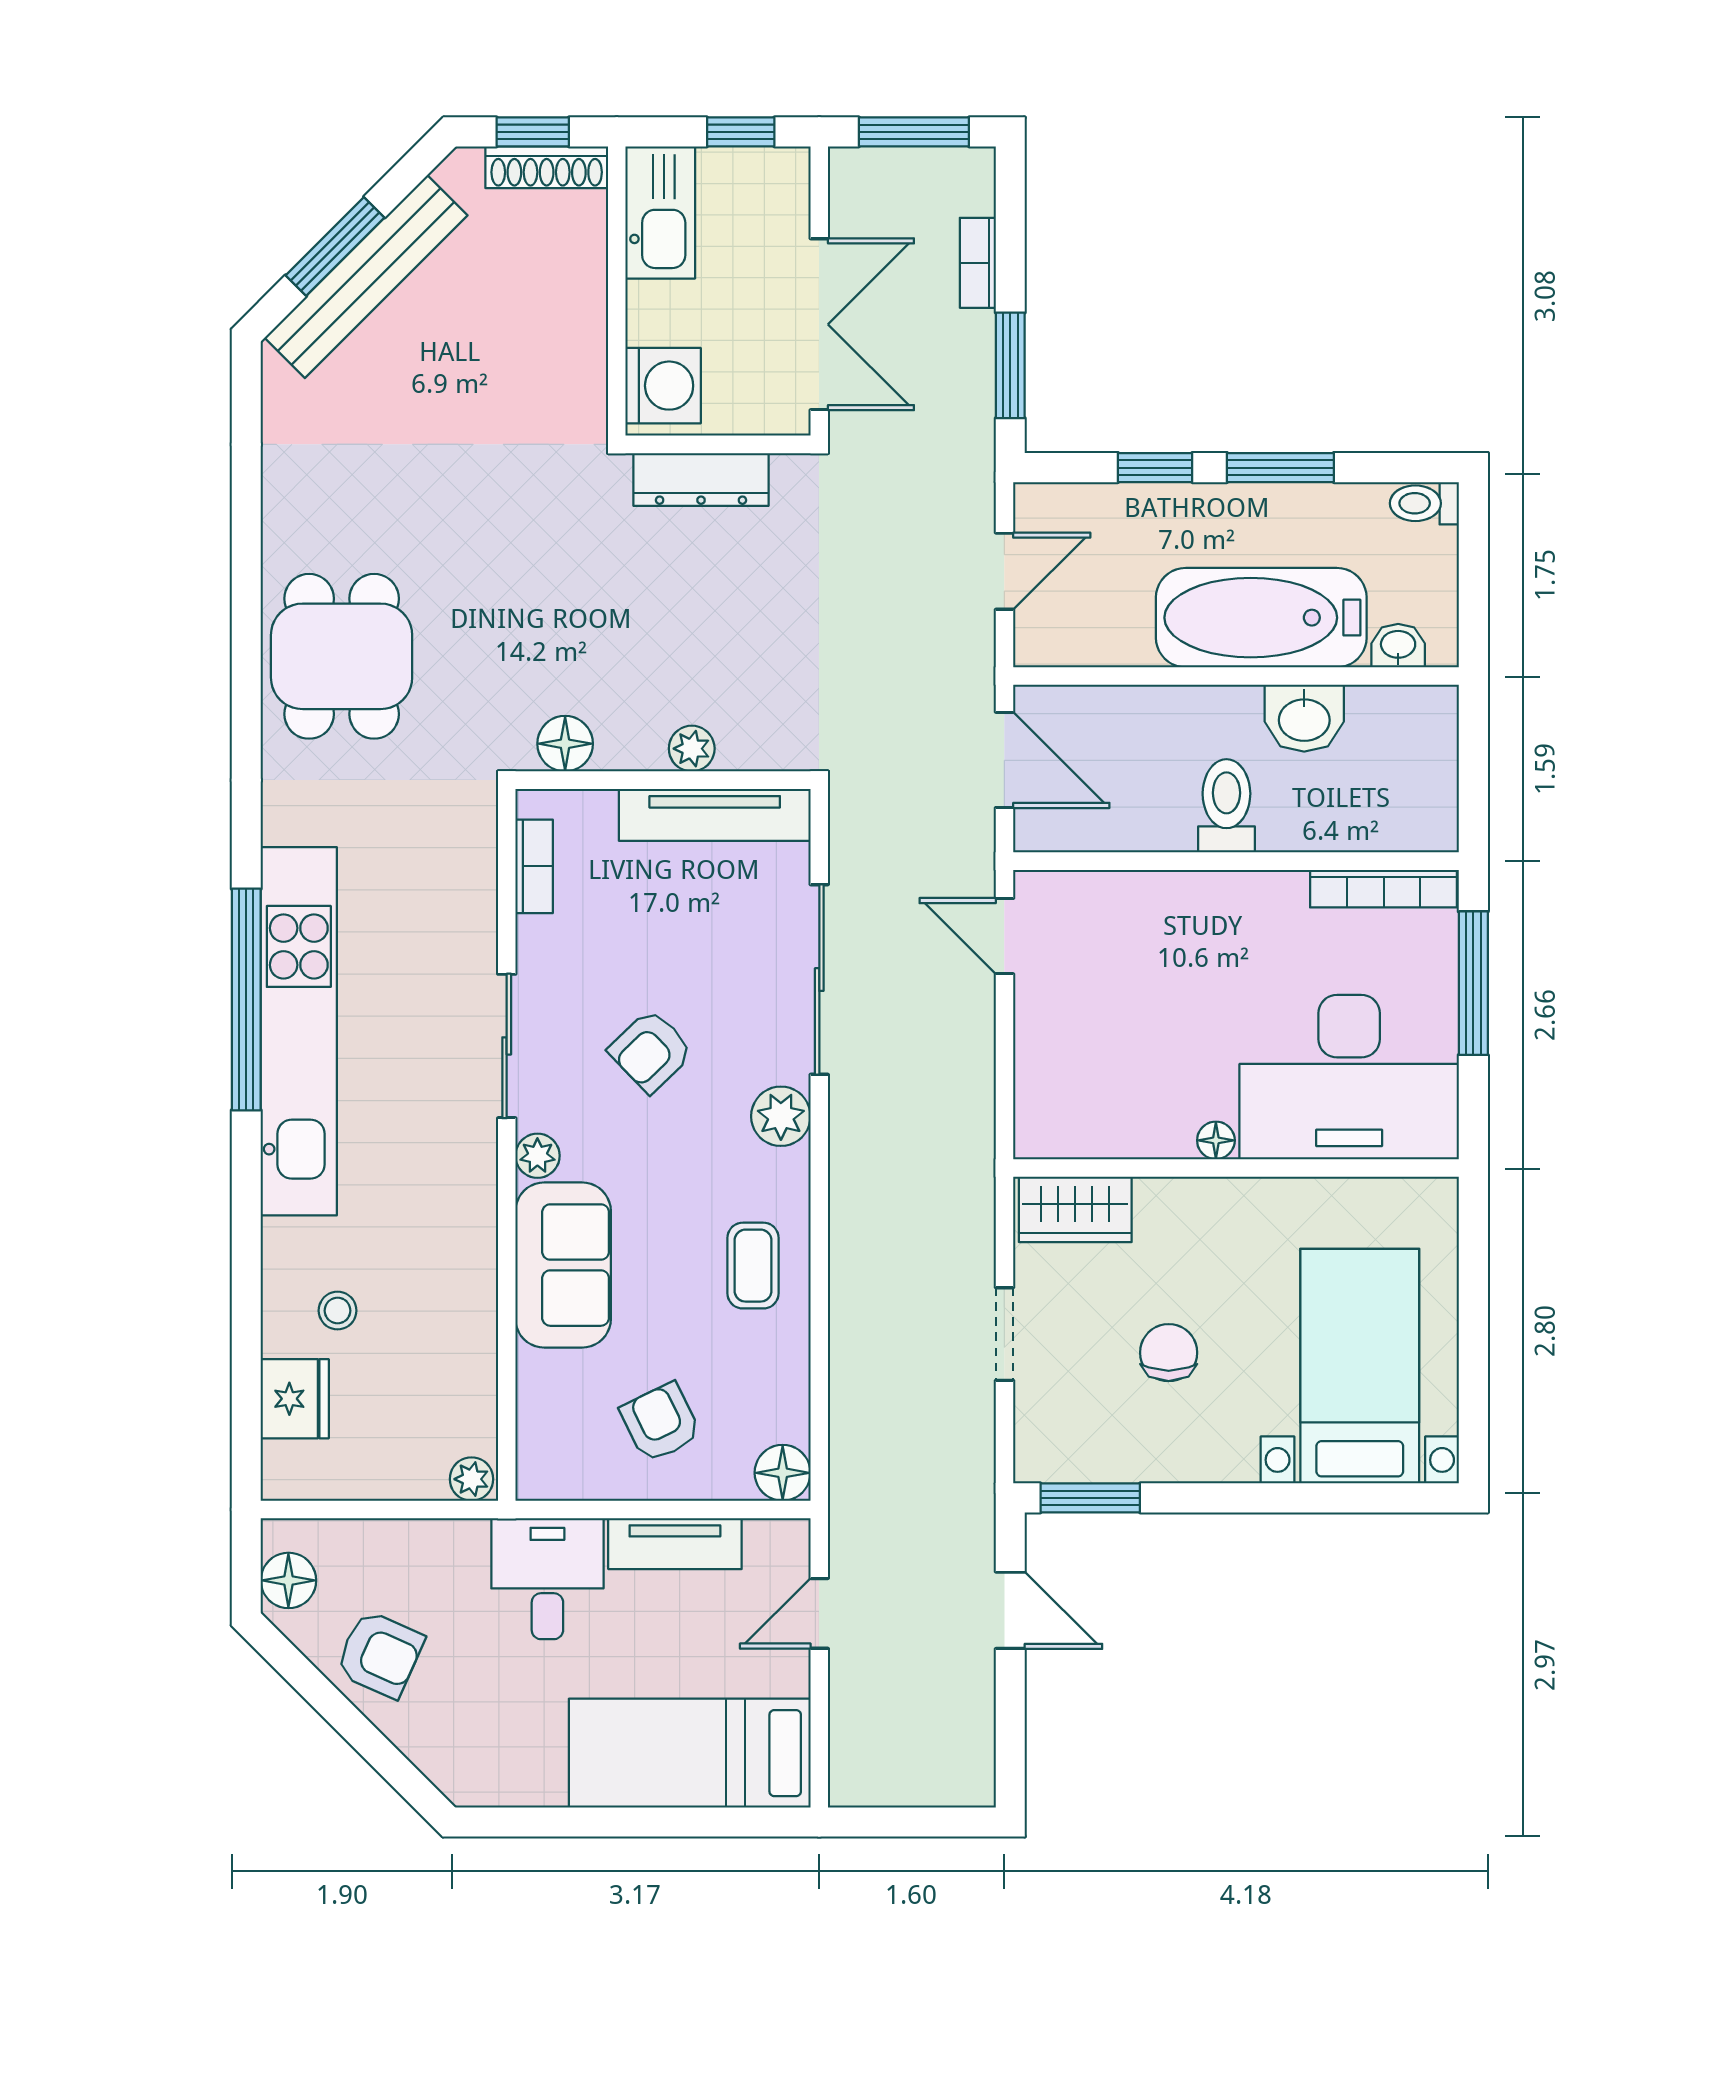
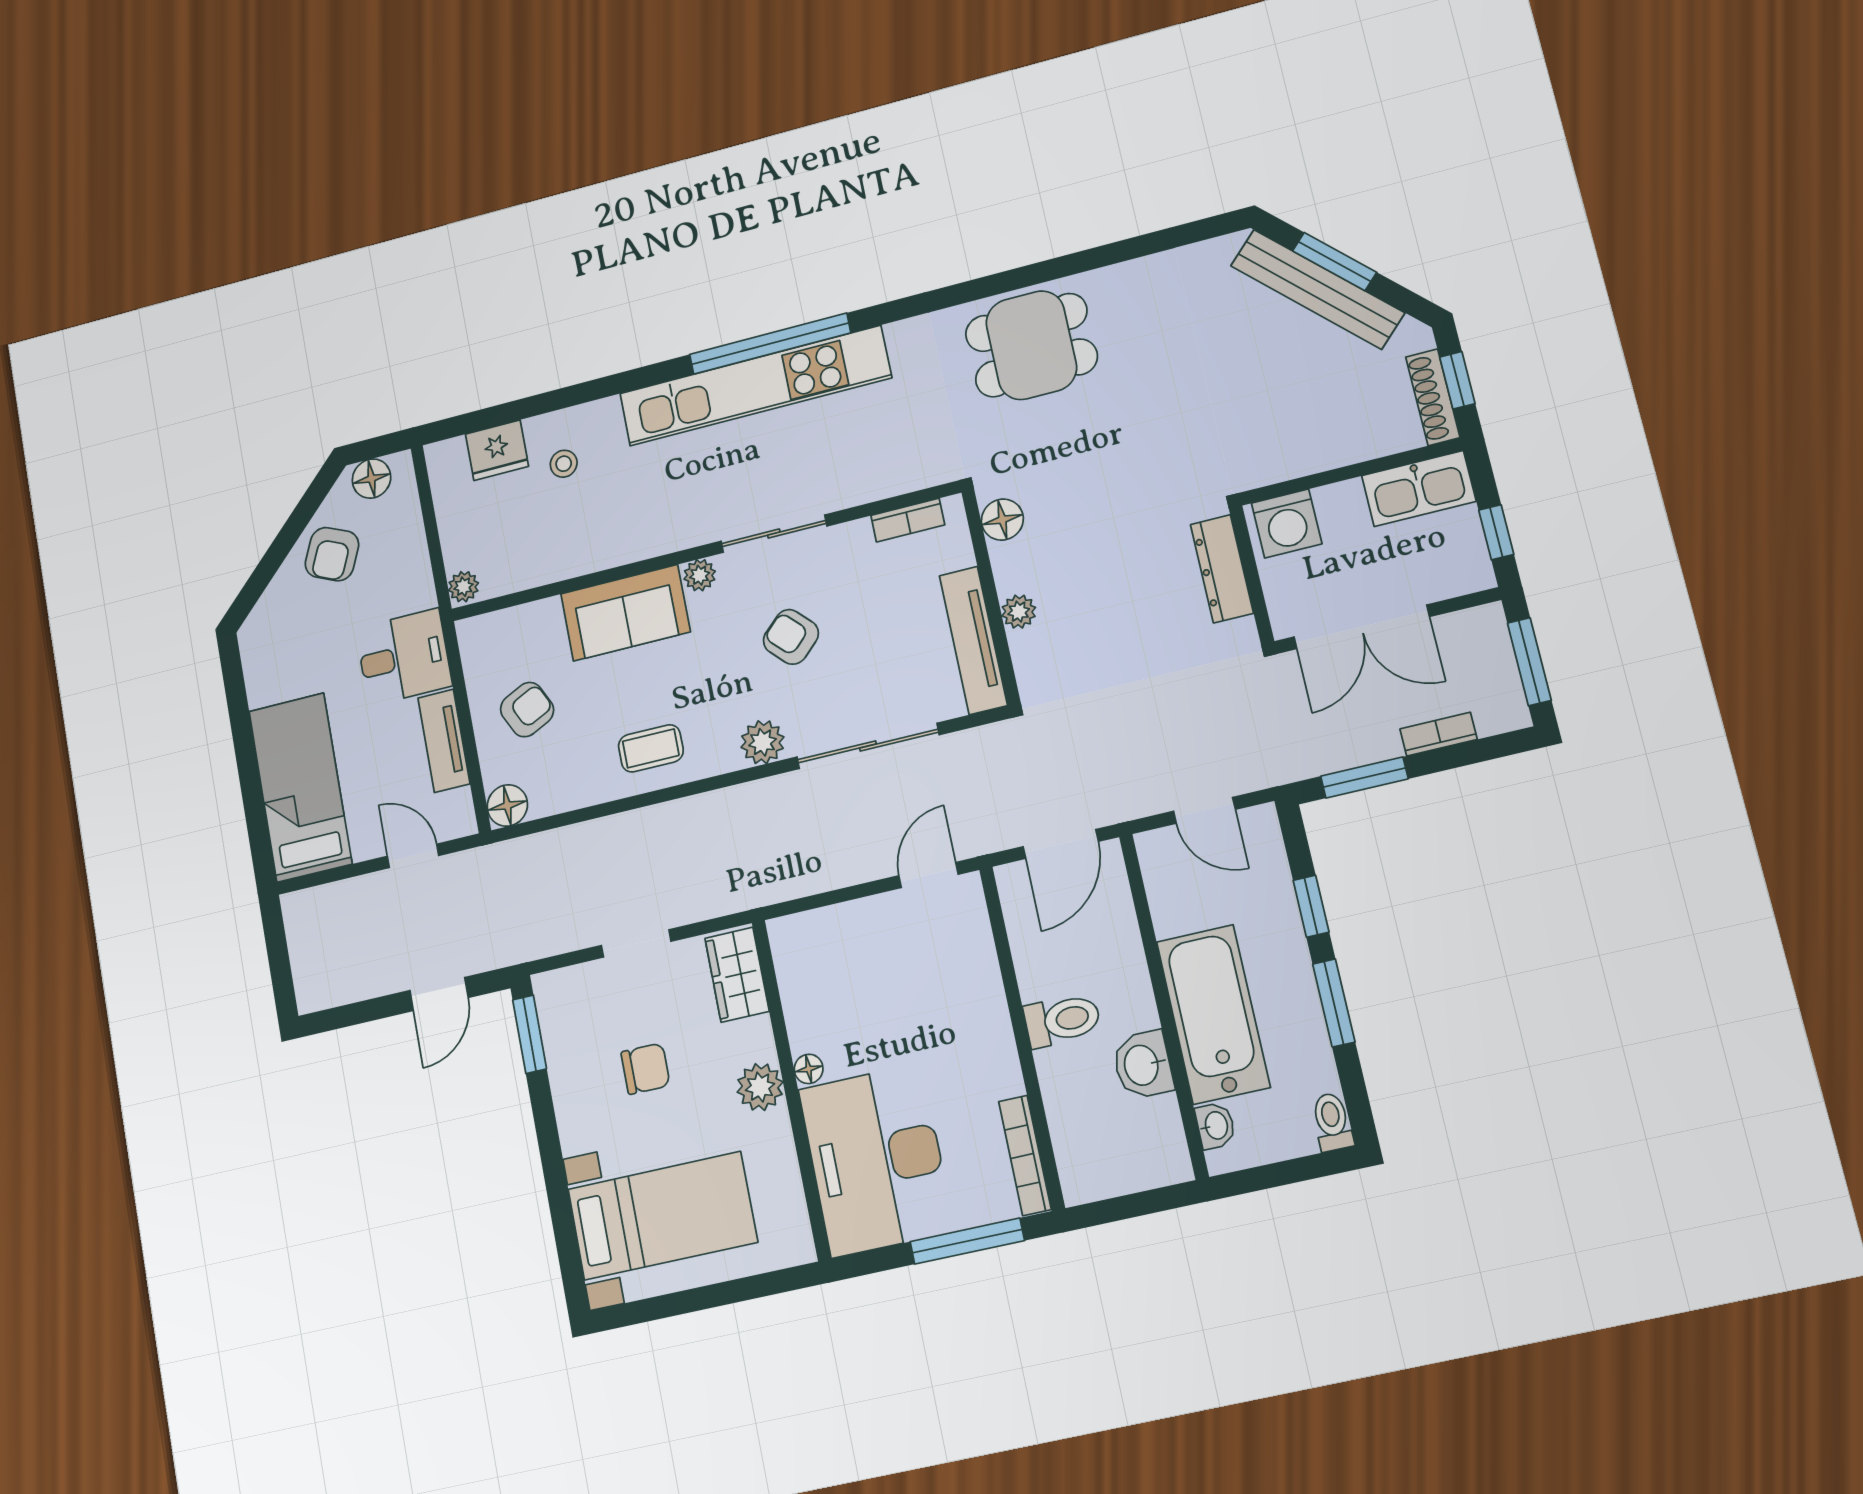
plant: (1225, 1208) -> (760, 1087), added

